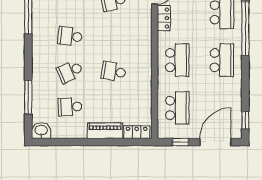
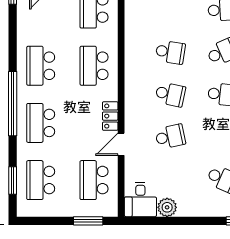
school desk: (114, 36) -> (170, 94), added

